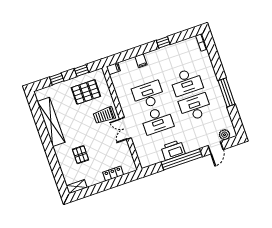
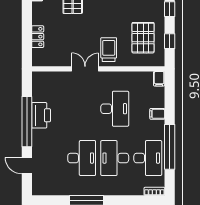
window: (163, 42) -> (170, 147), width x3.17
desk: (157, 120) -> (148, 158), moved, turned 180
plant: (225, 135) -> (38, 181), removed

